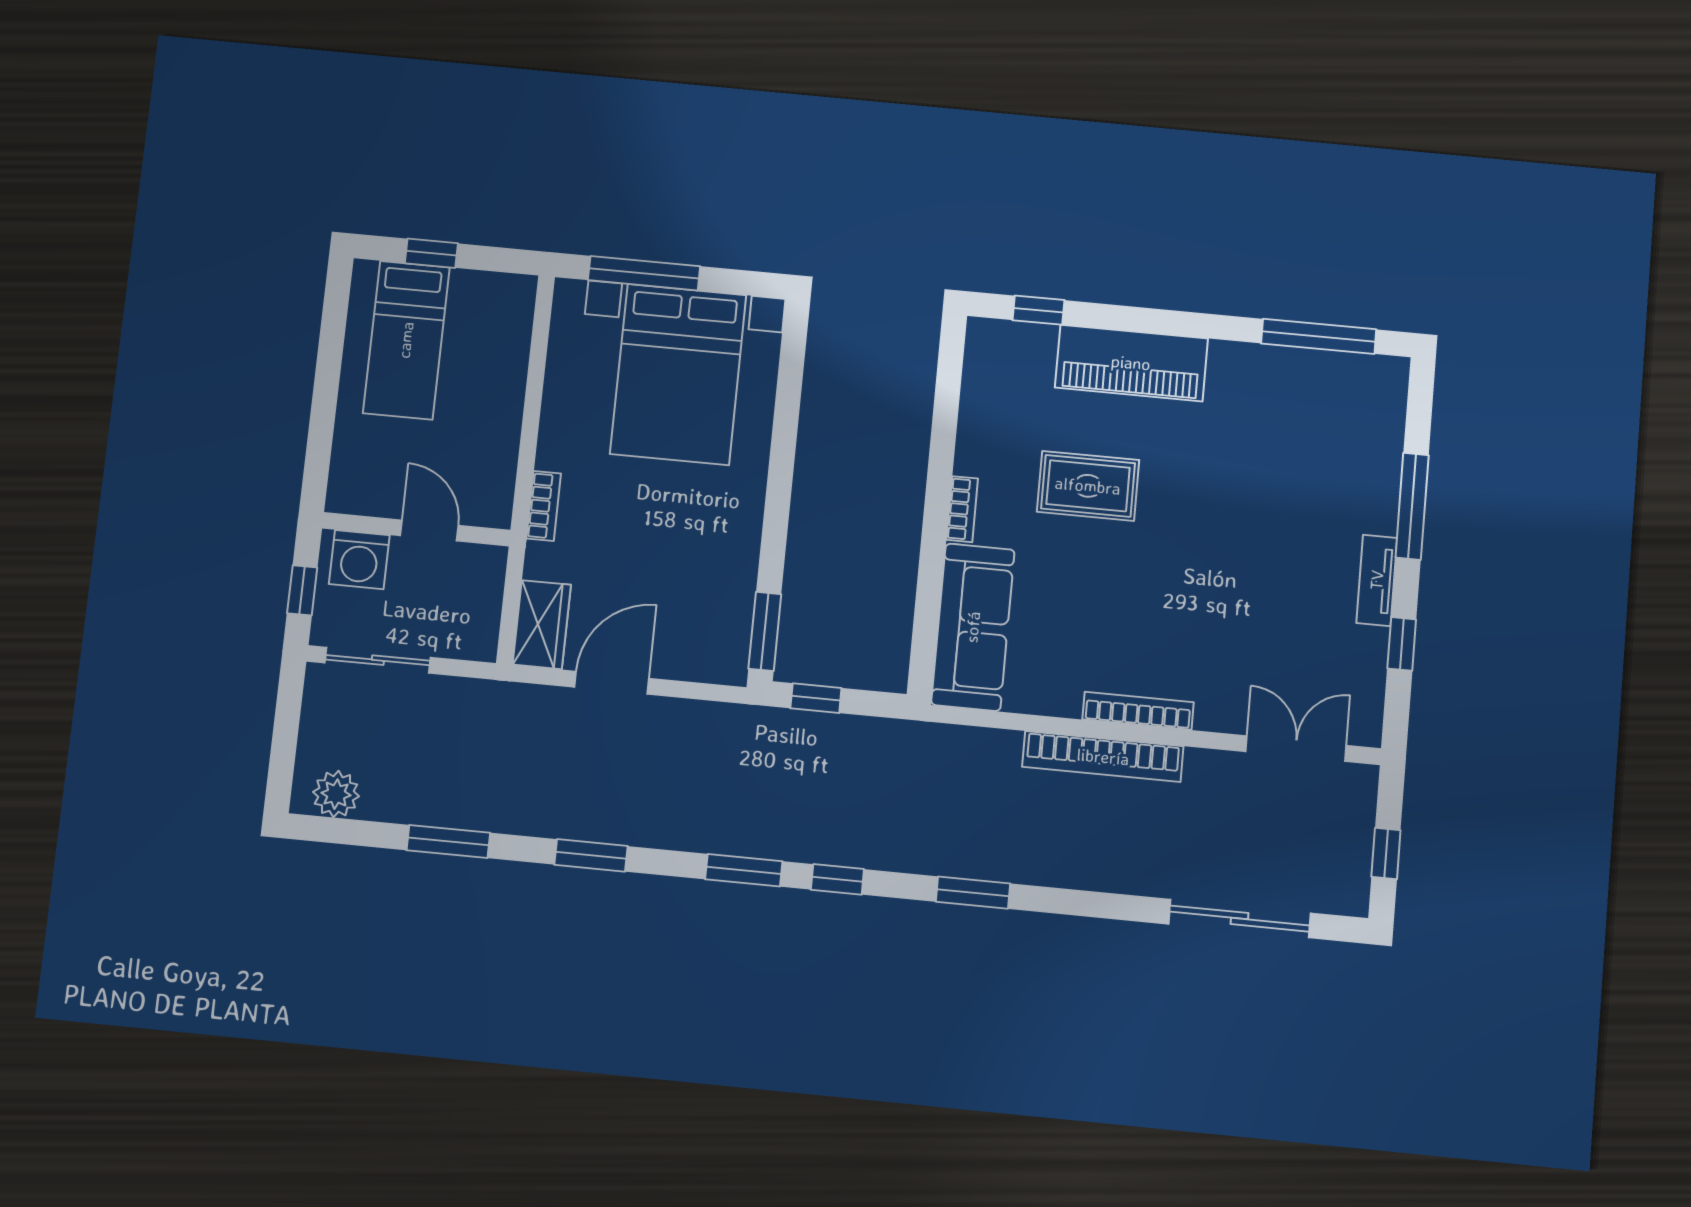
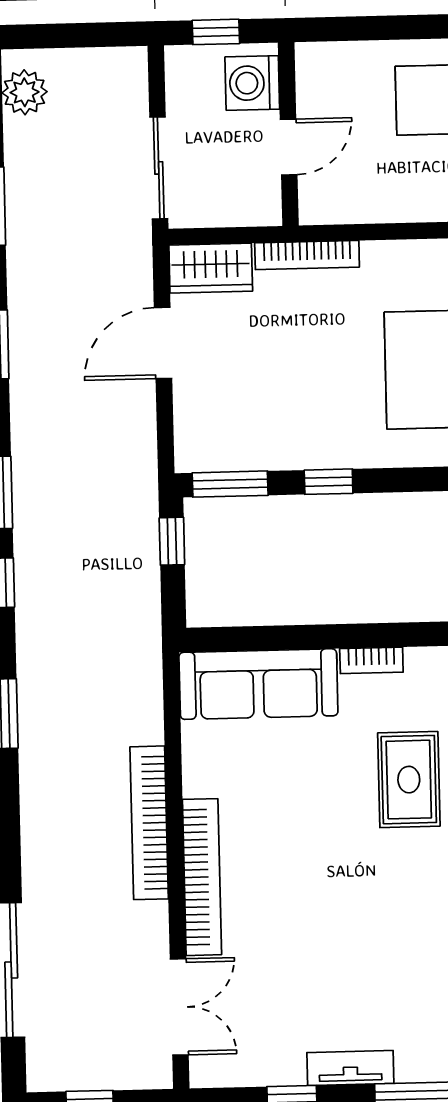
bookcase: (544, 506) -> (307, 255), width x1.56
window: (775, 531) -> (329, 482), added
sliding door: (378, 660) -> (159, 168), moved
door: (612, 683) -> (163, 343), swing flipped
bookcase: (1138, 711) -> (202, 877), width x1.48, depth x1.31

